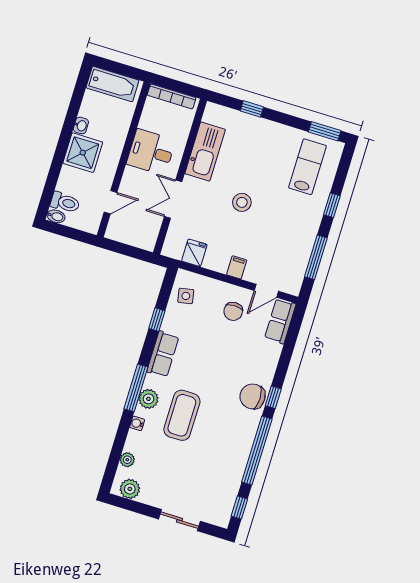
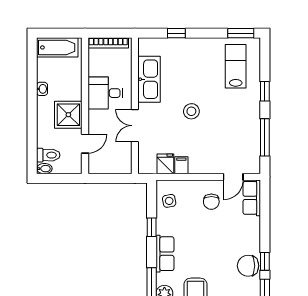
shower: (83, 153) -> (68, 115), moved
filing cabinet: (237, 267) -> (181, 165), moved

